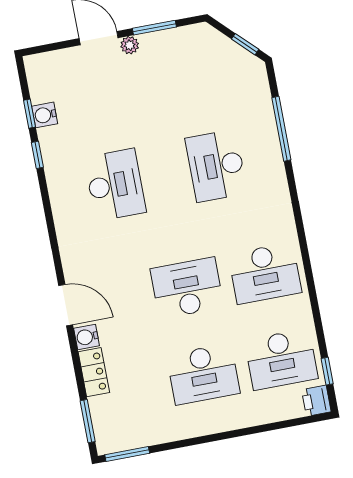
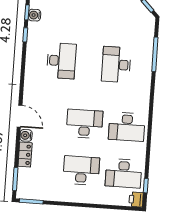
desk: (203, 374) -> (81, 170), turned 180

